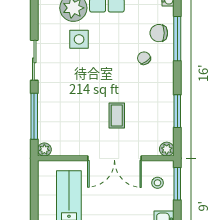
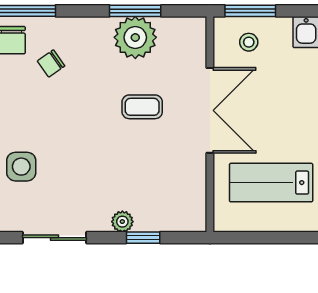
window: (34, 116) -> (143, 238), width x0.46
plant: (167, 149) -> (135, 37), moved, width x1.87, depth x1.87
plant: (44, 150) -> (122, 222), moved

